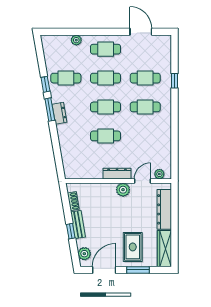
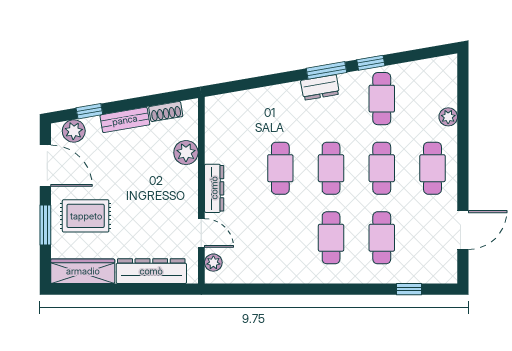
window: (174, 81) -> (409, 289), moved
plant: (123, 190) -> (186, 153), moved
window: (71, 231) -> (89, 111), moved

